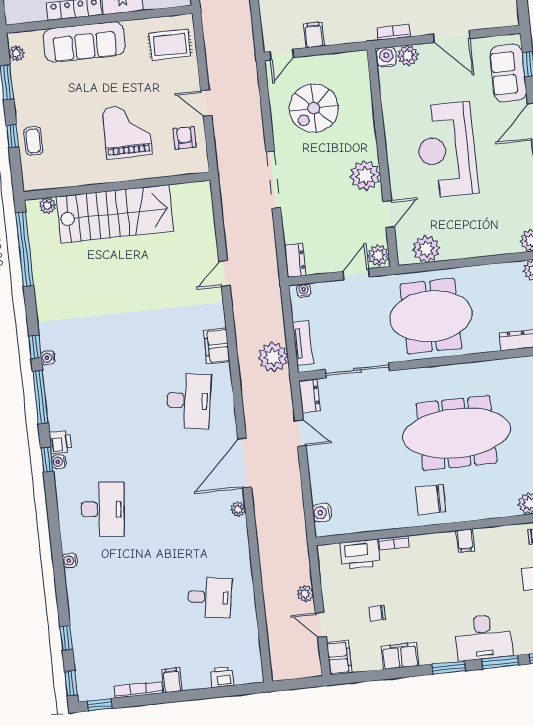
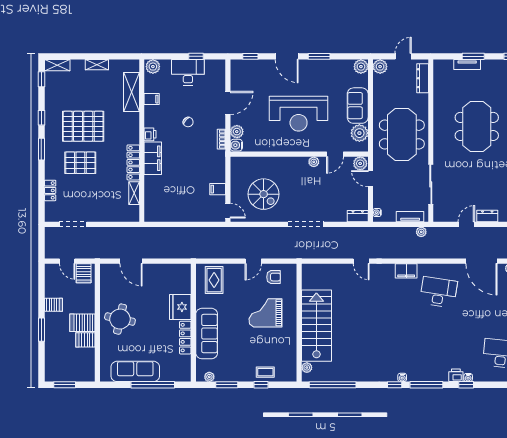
sofa: (508, 73) -> (358, 106), moved, turned 90
armchair: (185, 138) -> (274, 277), turned 180
plant: (365, 176) -> (314, 162), width x0.53, depth x0.53
door: (389, 214) -> (335, 154), swing flipped
plant: (273, 357) -> (421, 232), width x0.53, depth x0.53
dresser: (309, 396) -> (487, 216), moved
meeting table: (456, 433) -> (477, 126), width x0.73

